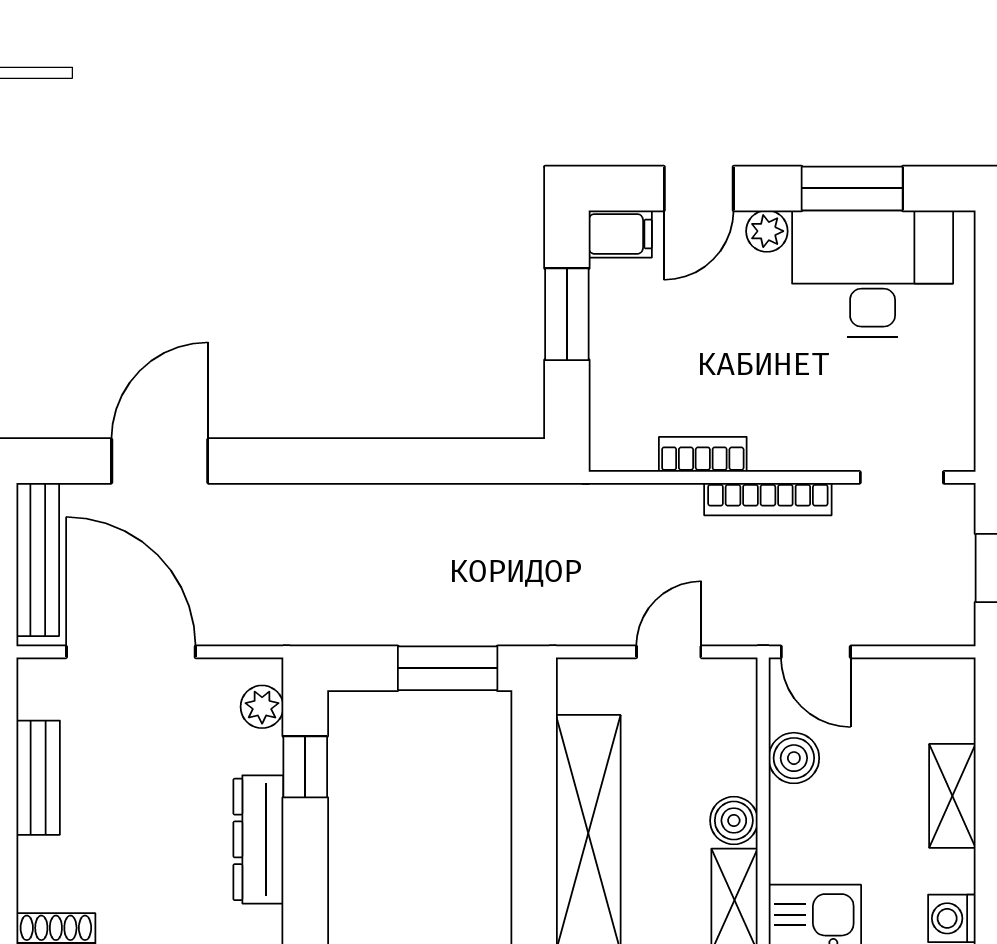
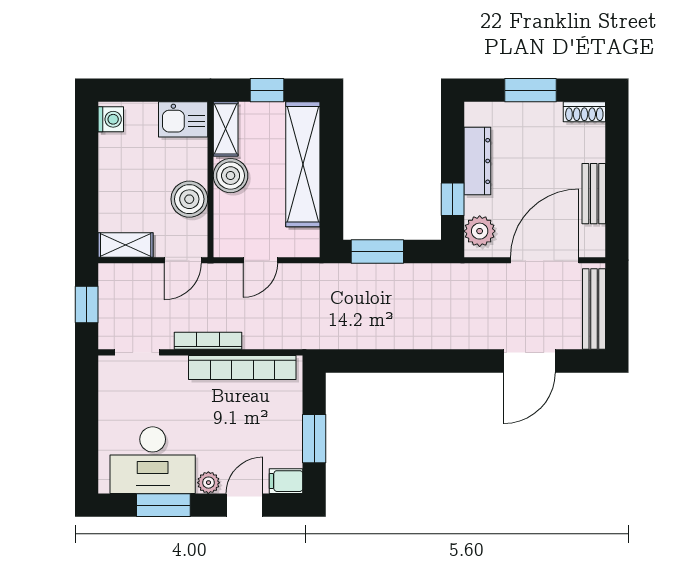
bookcase: (703, 454) -> (242, 367), width x2.31, depth x1.31
door: (131, 652) -> (545, 260), swing flipped
door: (816, 652) -> (183, 260), swing flipped
plant: (262, 707) -> (480, 231), width x1.38, depth x1.38
boiler: (794, 758) -> (189, 199), width x1.36, depth x1.36
shelving: (952, 796) -> (126, 245), moved, turned 90
boiler: (734, 821) -> (231, 176), width x1.36, depth x1.36

